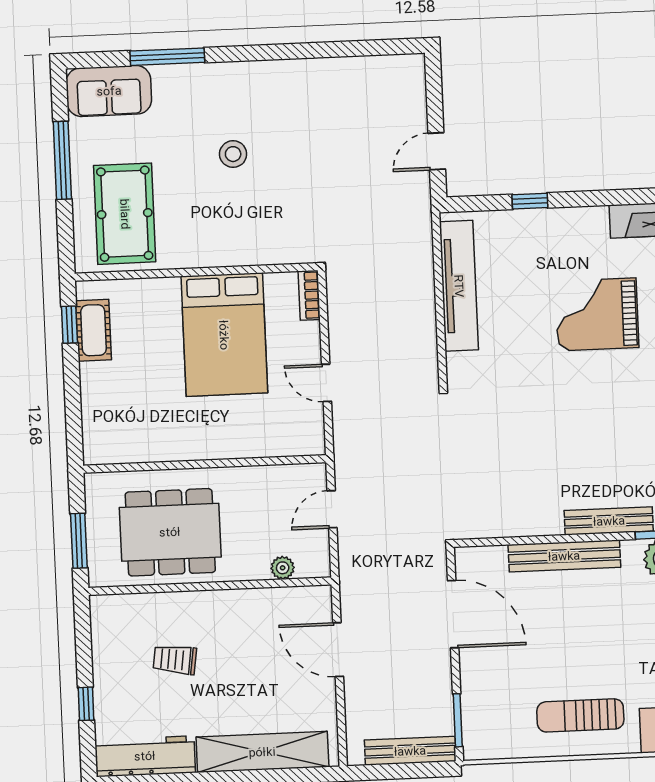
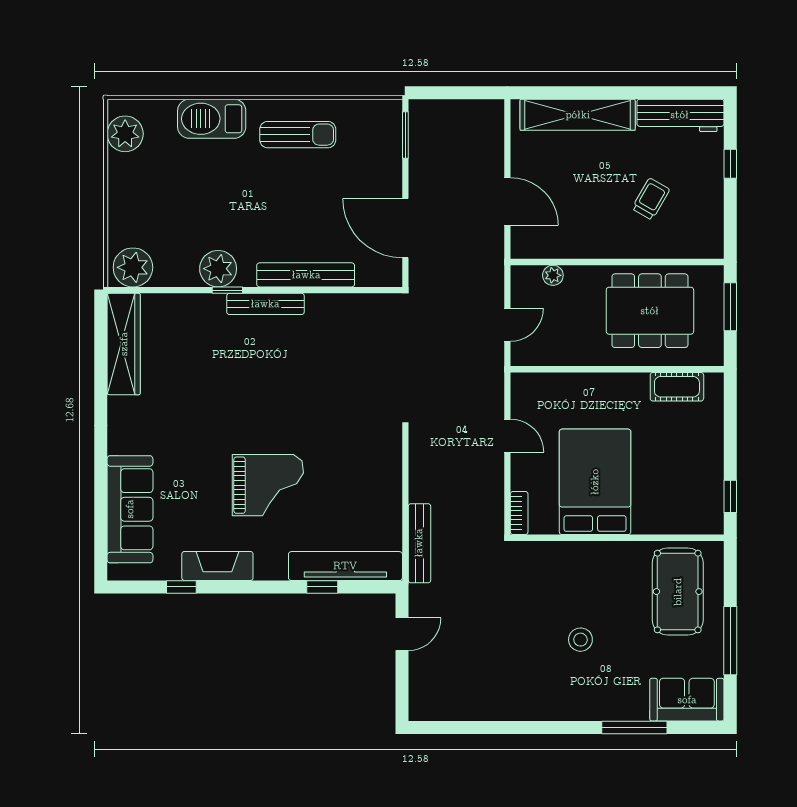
tv unit: (459, 286) -> (345, 566), moved, turned 90
cot: (94, 330) -> (677, 387), moved, turned 90
trolley: (175, 660) -> (651, 199), turned -68
bench: (410, 751) -> (419, 543), moved, turned 90

